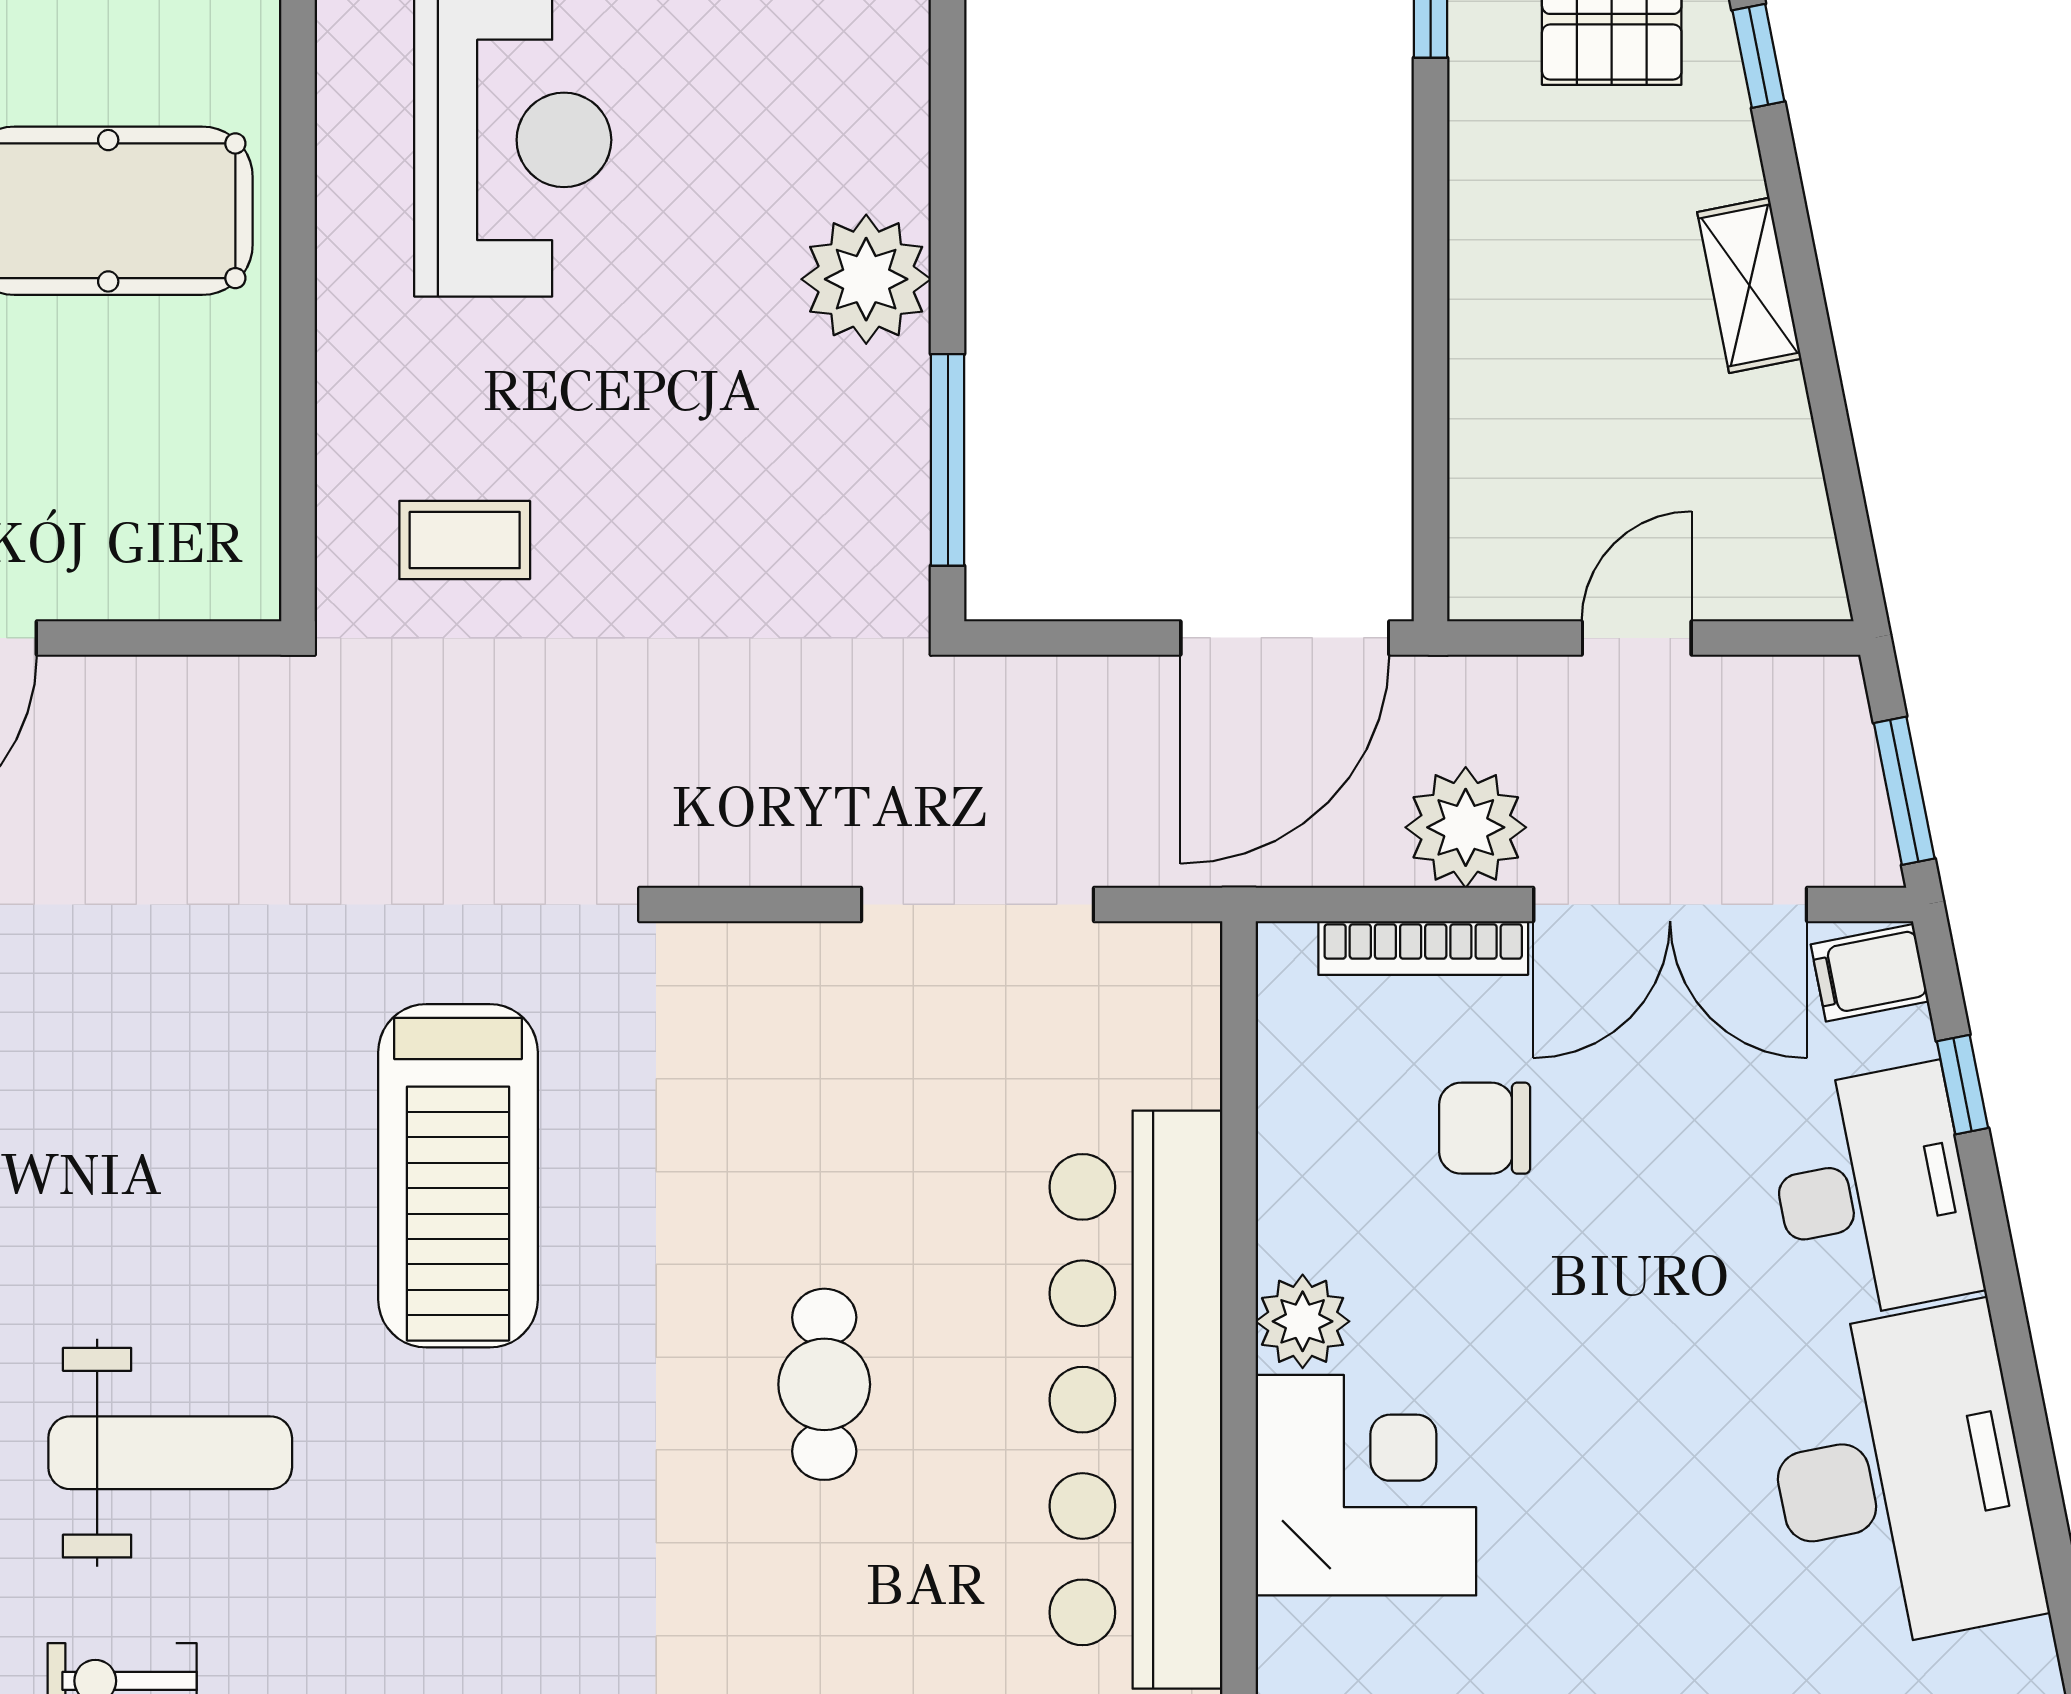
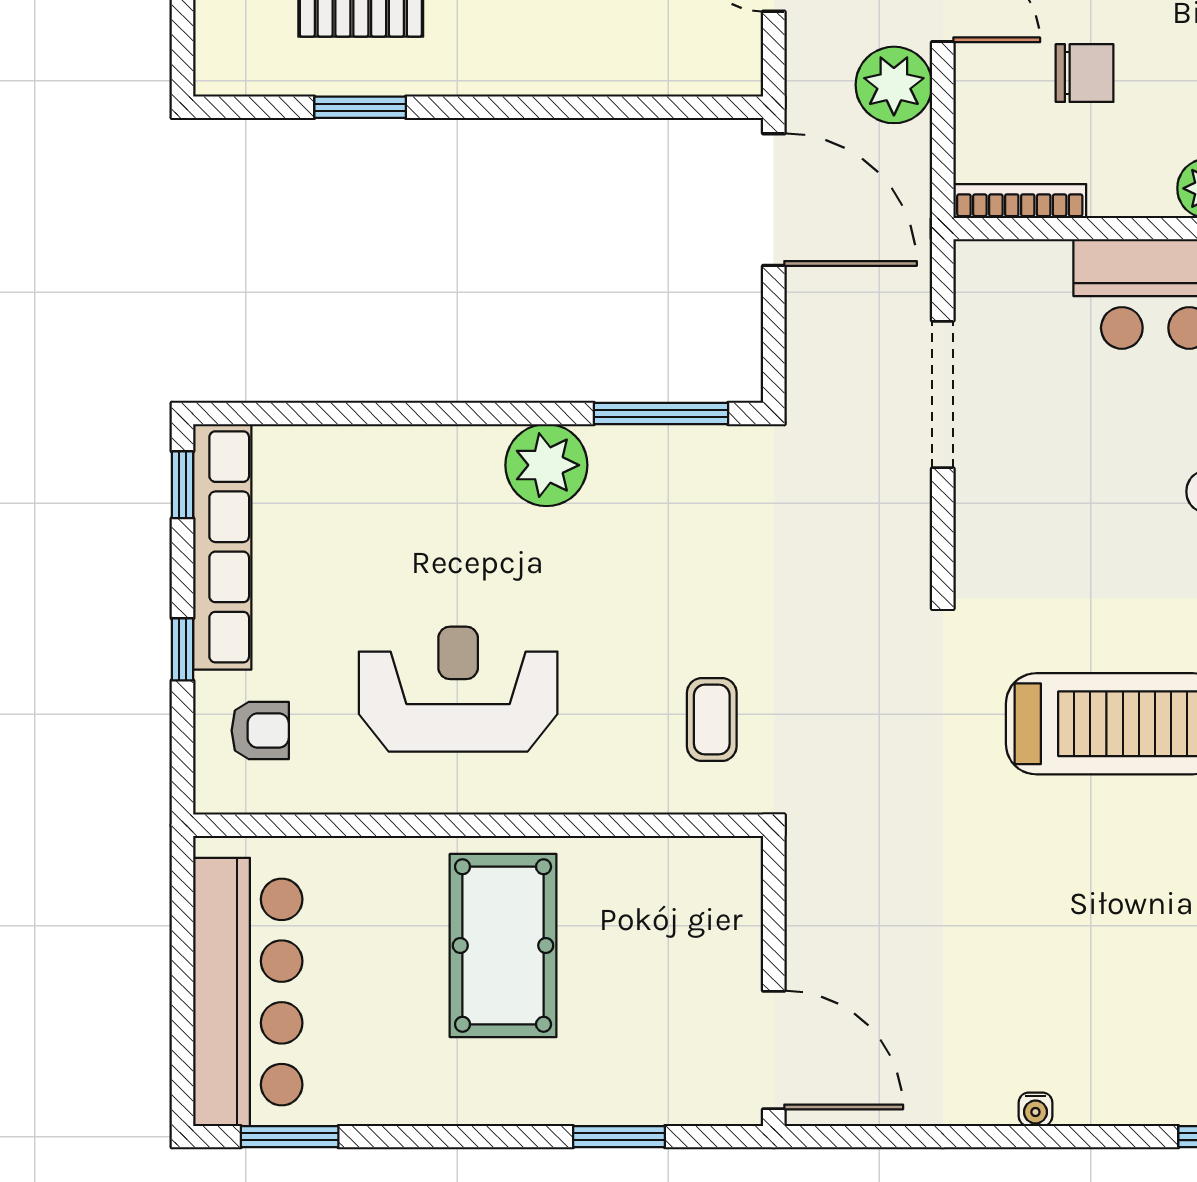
bookcase: (1423, 948) -> (1020, 201), moved, turned -90
chair: (1485, 1128) -> (1085, 73), turned -90

